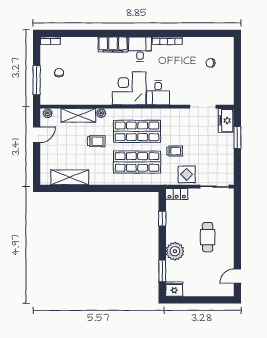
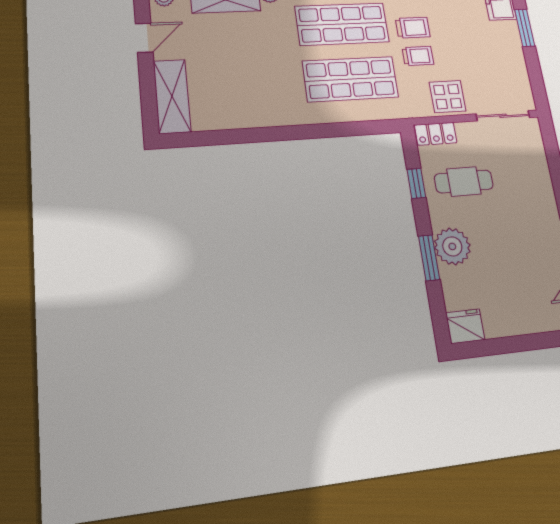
trolley: (96, 141) -> (413, 28), moved
shelving: (70, 177) -> (172, 96), moved, turned 90
cafe table: (208, 237) -> (464, 181), moved, turned 90
window: (162, 271) -> (429, 258), moved

